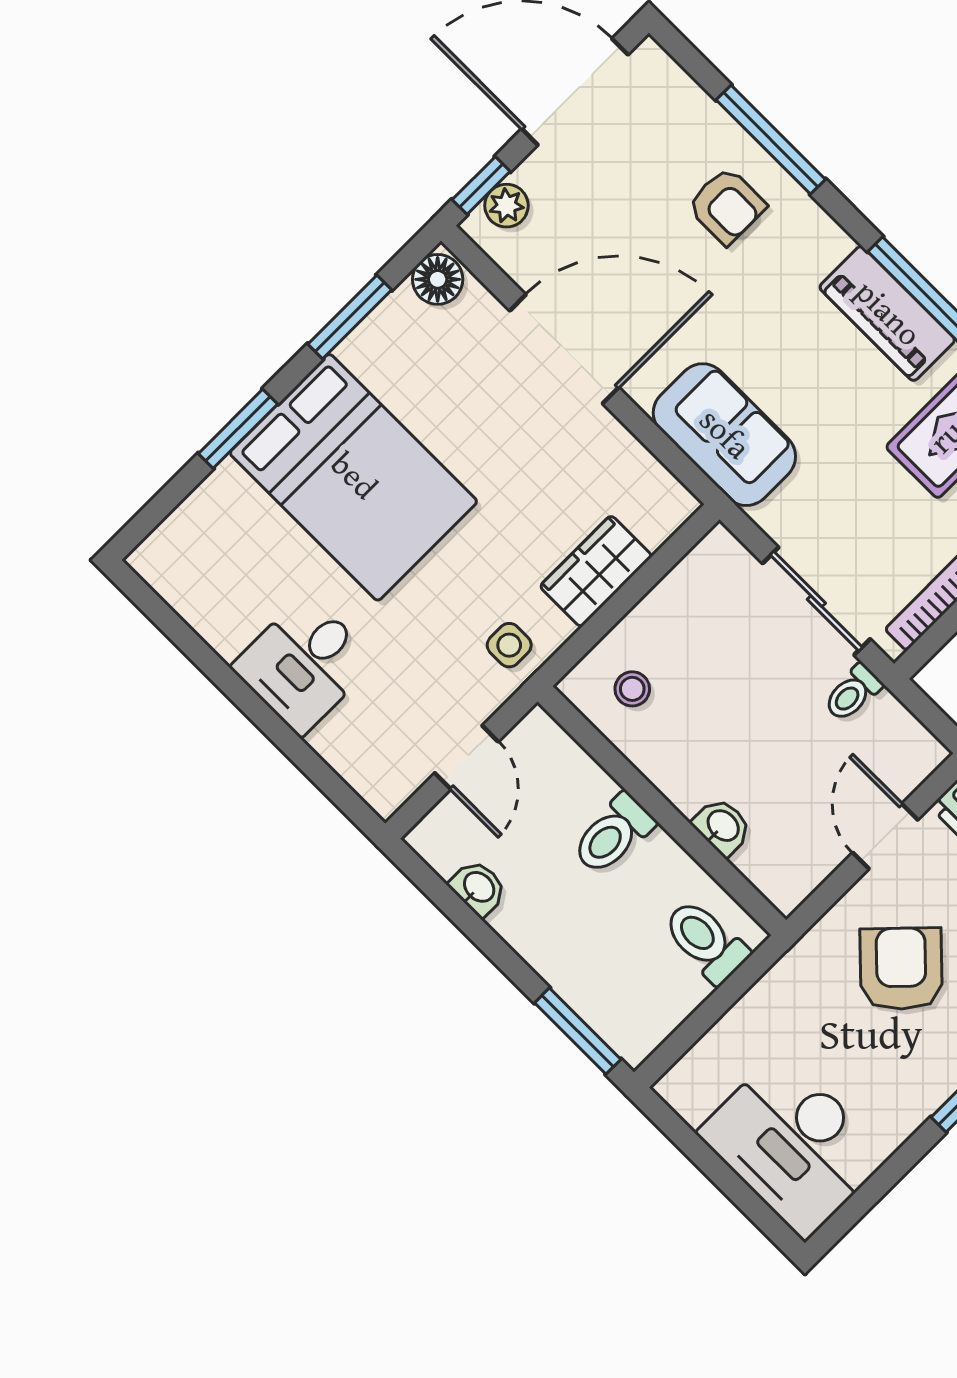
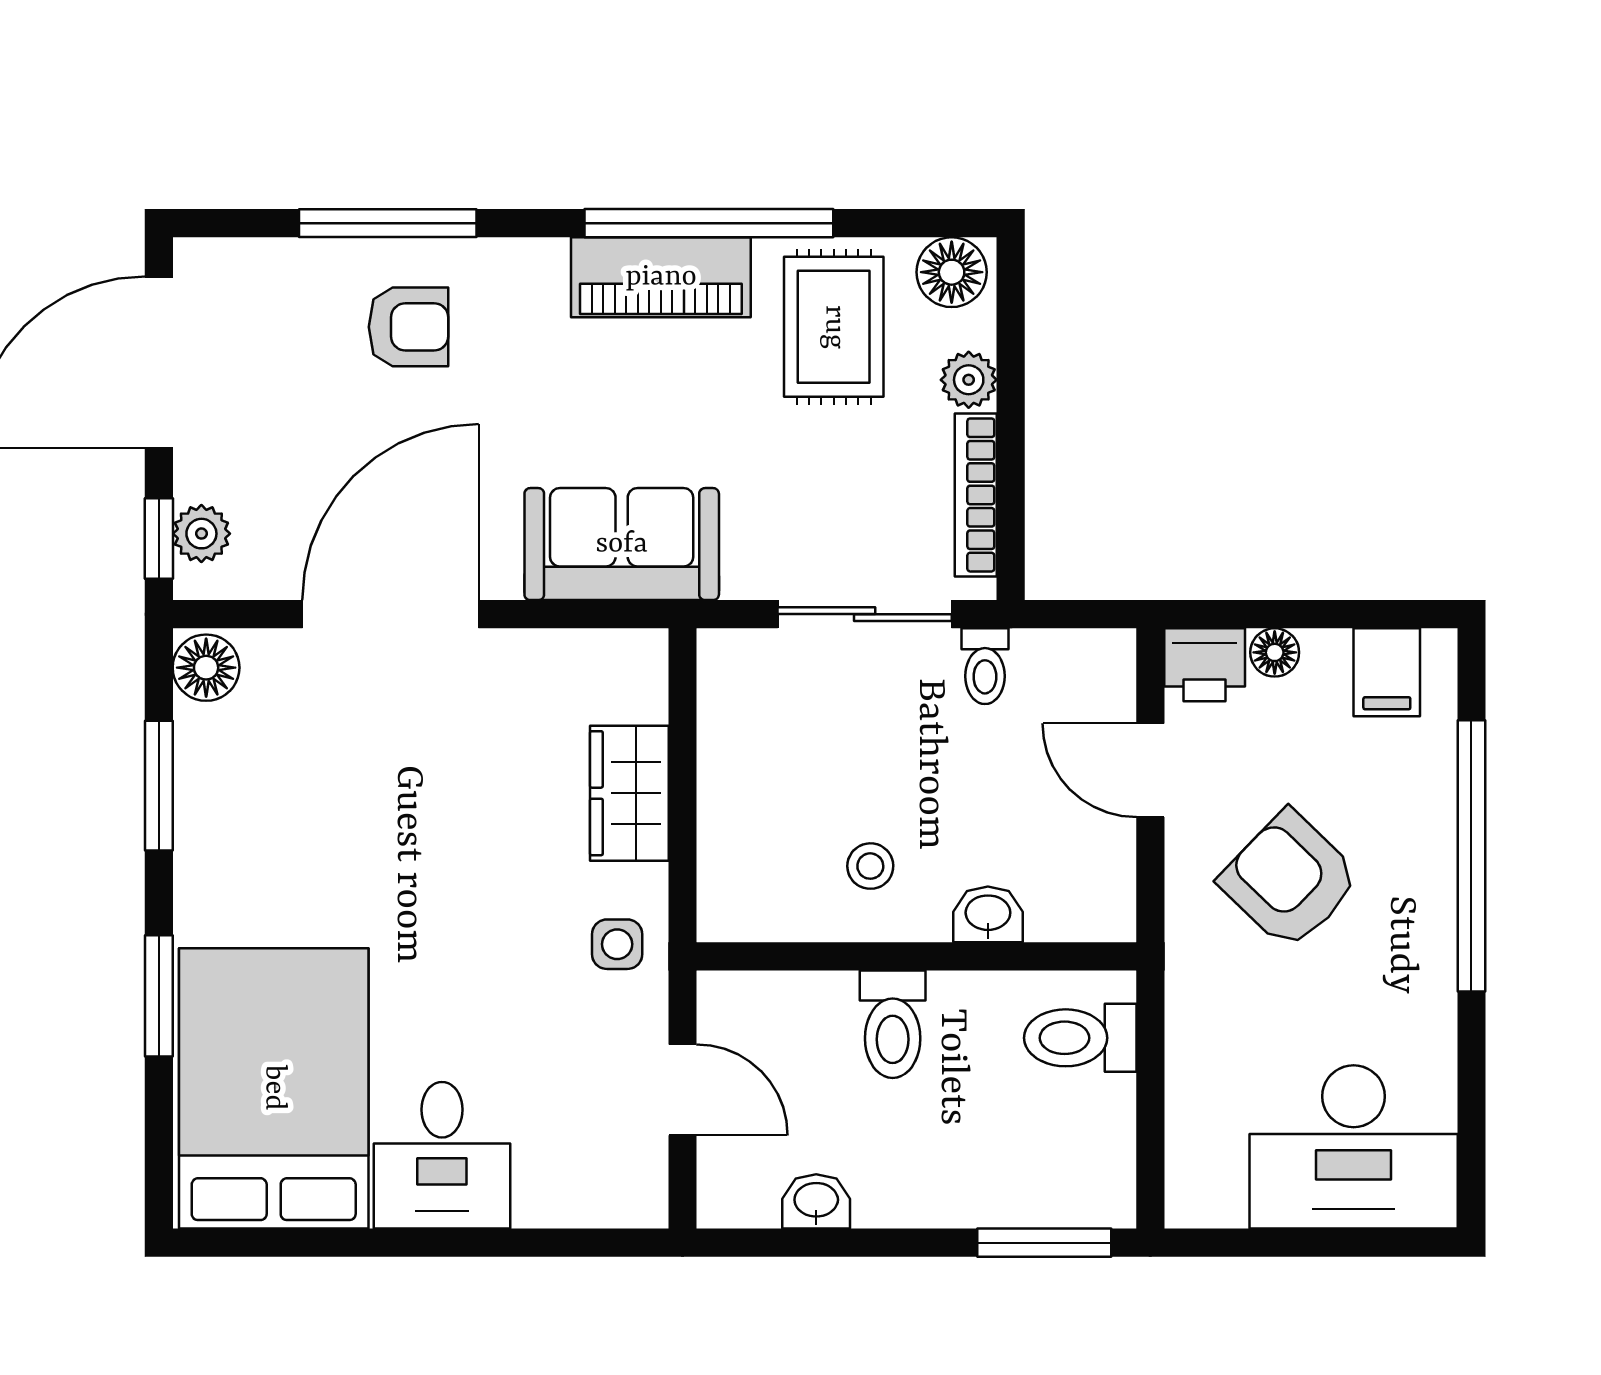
bed: (353, 477) -> (274, 1088), moved, turned -90
stool: (632, 689) -> (870, 866), moved

